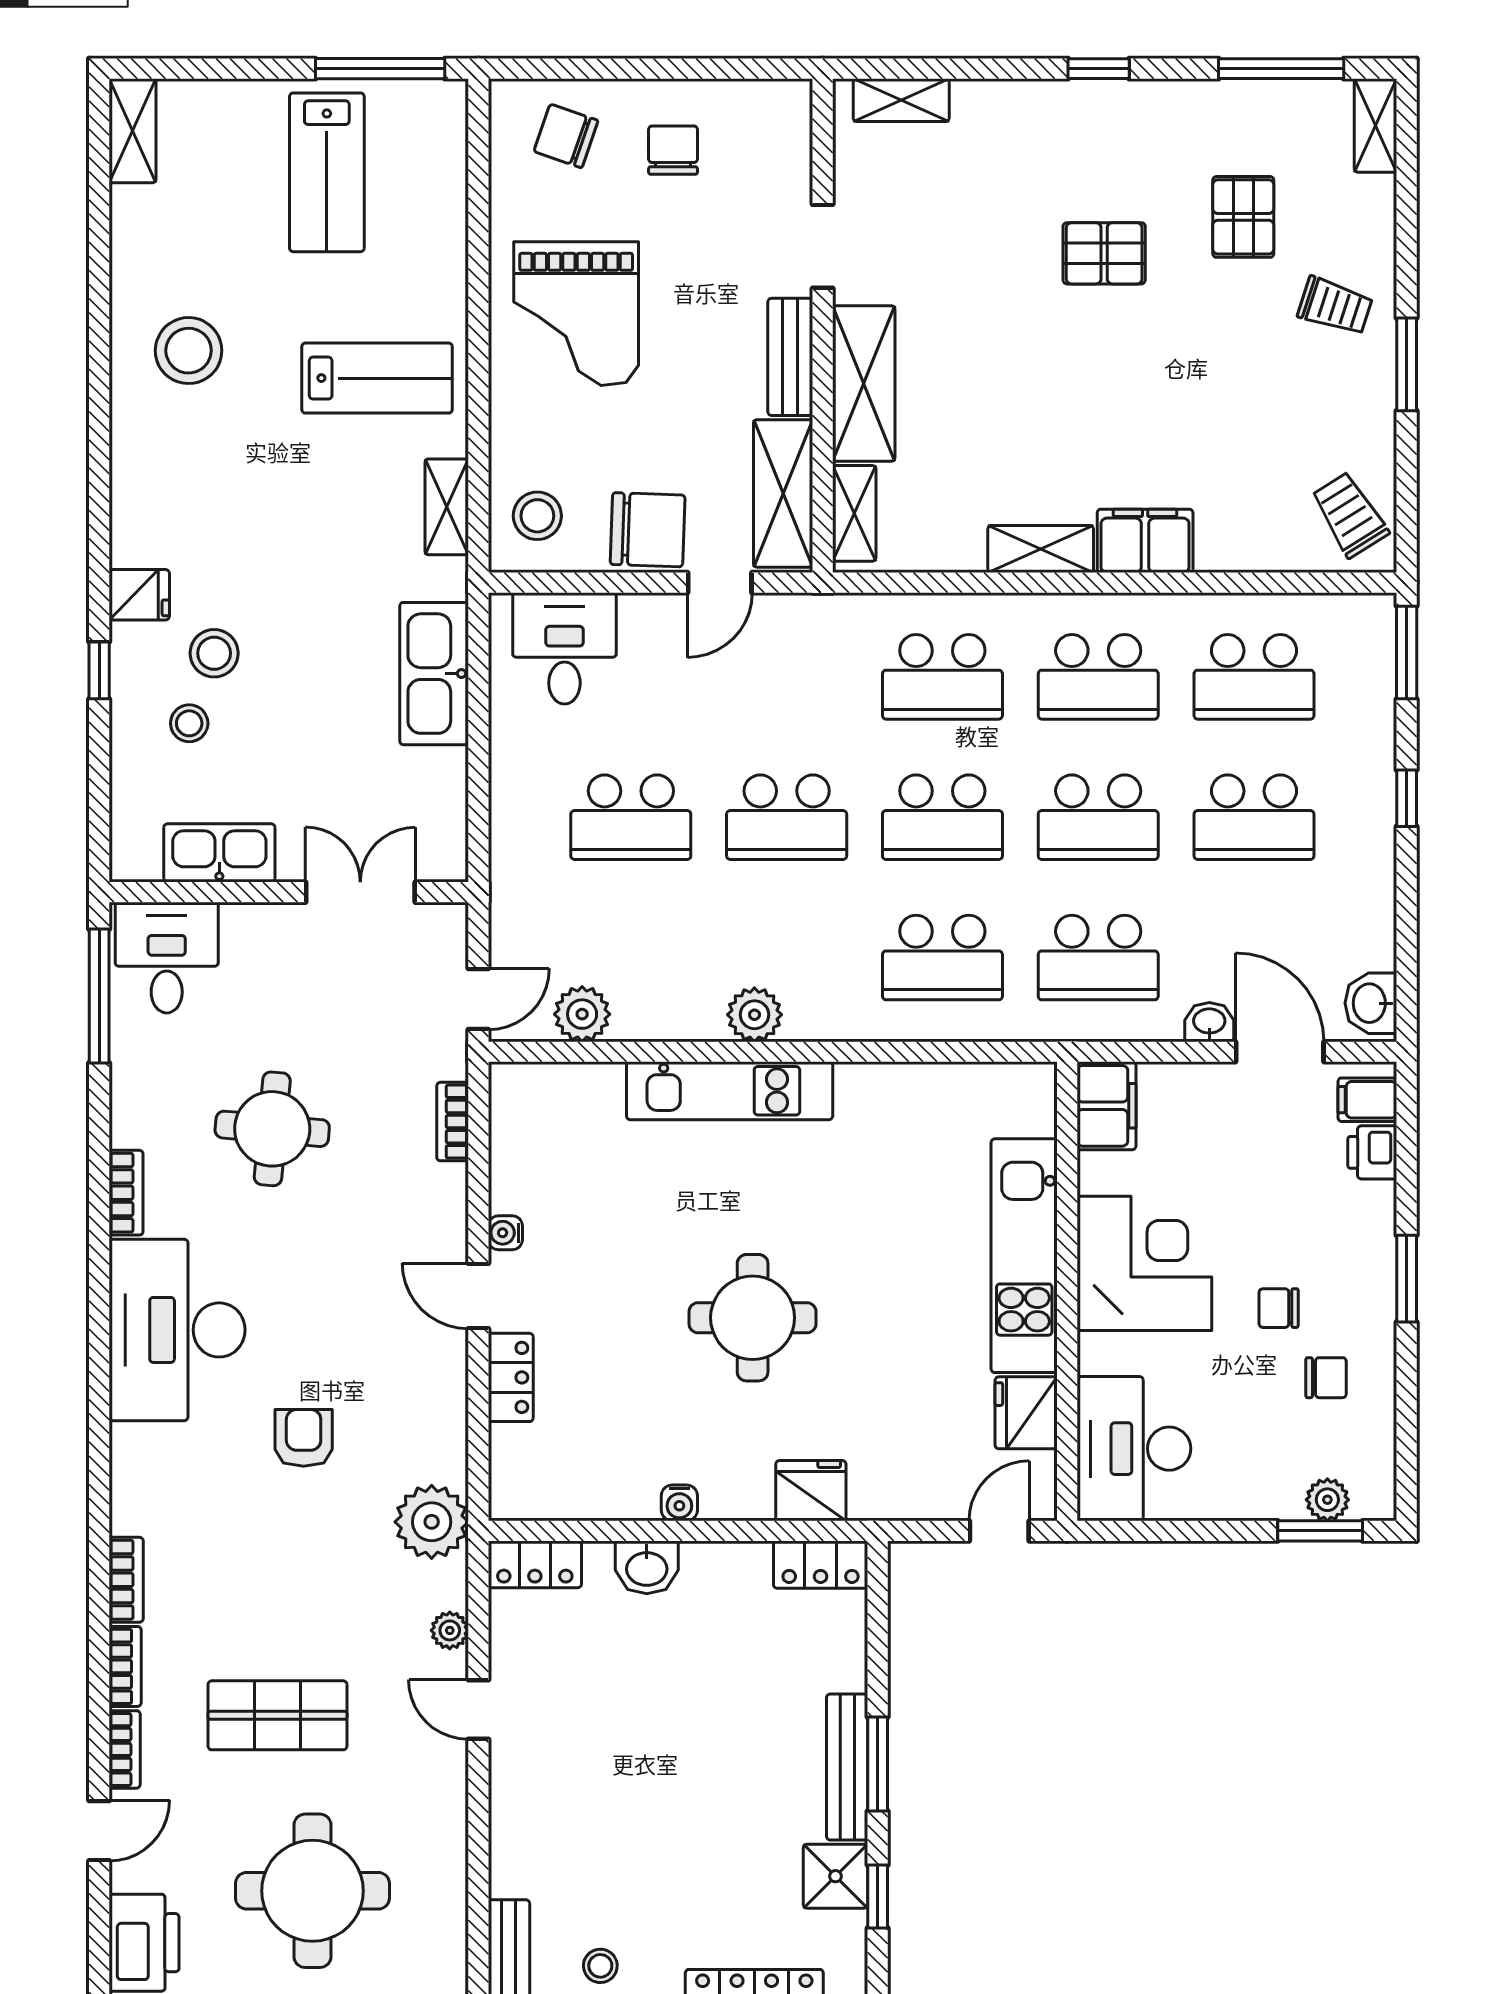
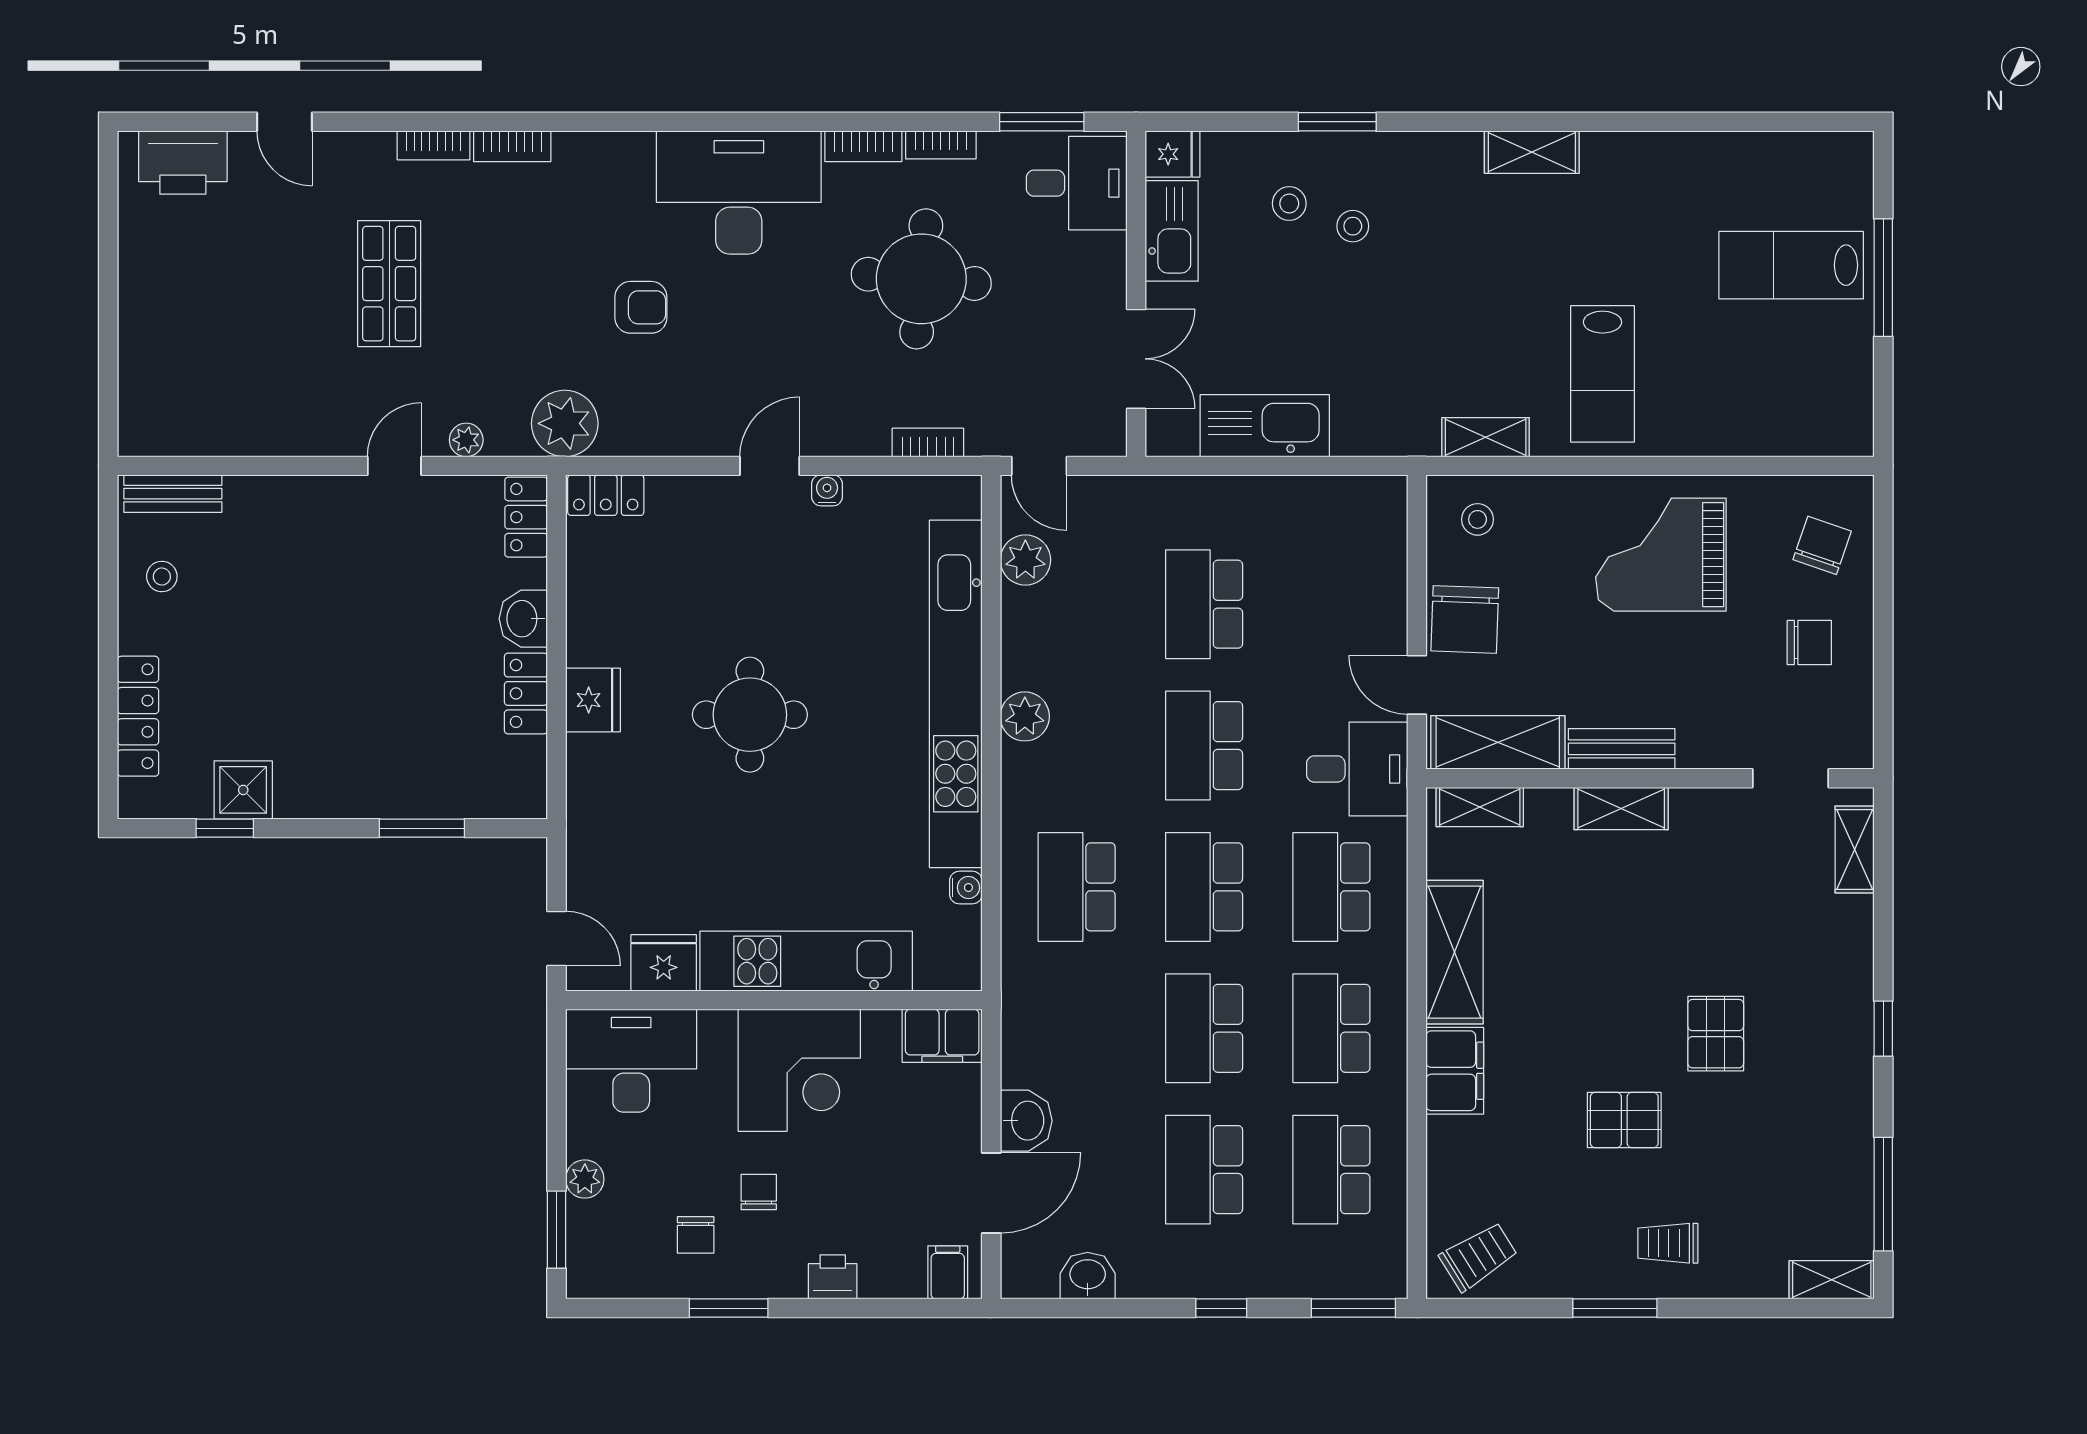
window: (380, 69) -> (1883, 278), moved
shelving: (132, 131) -> (1532, 152), moved
lab bench: (327, 172) -> (1791, 265), moved
pallet: (1243, 217) -> (1624, 1120), moved
doorway: (823, 246) -> (1790, 778), moved
trolley: (1335, 306) -> (1668, 1243), turned 72
stool: (189, 351) -> (1627, 203), removed
shelving: (864, 383) -> (1621, 808), width x0.67, depth x0.75
stool: (537, 516) -> (1478, 519), width x0.73, depth x0.73
shelving: (1041, 549) -> (1455, 952), width x1.50, depth x1.33
fridge: (139, 595) -> (1173, 154), moved, turned -90
desk: (564, 648) -> (1357, 769), moved
stool: (214, 653) -> (1353, 226), width x0.73, depth x0.73
window: (99, 670) -> (1337, 122), width x1.50
kitchen sink: (434, 674) -> (1265, 426), moved
school desk: (1098, 958) -> (1077, 1028), removed
window: (99, 996) -> (1042, 122), width x0.69
washbasin: (1371, 1003) -> (1088, 1276), moved
washbasin: (1209, 1022) -> (1026, 1121), width x1.38, depth x1.45
kitchen unit: (730, 1091) -> (956, 694), width x1.86
round table: (272, 1129) -> (921, 279), width x1.36, depth x1.36
printer: (1372, 1152) -> (833, 1277), moved
window: (1407, 1279) -> (729, 1308), moved
locker: (511, 1377) -> (606, 495), moved
fridge: (811, 1491) -> (593, 700), moved
plant: (1327, 1500) -> (585, 1179), moved
water cooler: (679, 1503) -> (966, 888), moved, turned 180
locker: (821, 1565) -> (526, 693), moved
bookcase: (125, 1749) -> (941, 145), moved
window: (878, 1764) -> (422, 828), moved
bench: (847, 1767) -> (342, 800), removed
round table: (312, 1891) -> (230, 315), removed

